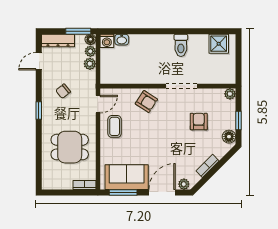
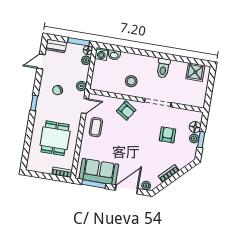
dresser: (58, 40) -> (56, 46), width x0.70
plant: (90, 64) -> (81, 86), moved
stool: (146, 67) -> (131, 81), added
plant: (230, 94) -> (194, 138), moved
floor lamp: (229, 137) -> (195, 127), moved
dining table: (70, 147) -> (55, 138), turned 90

